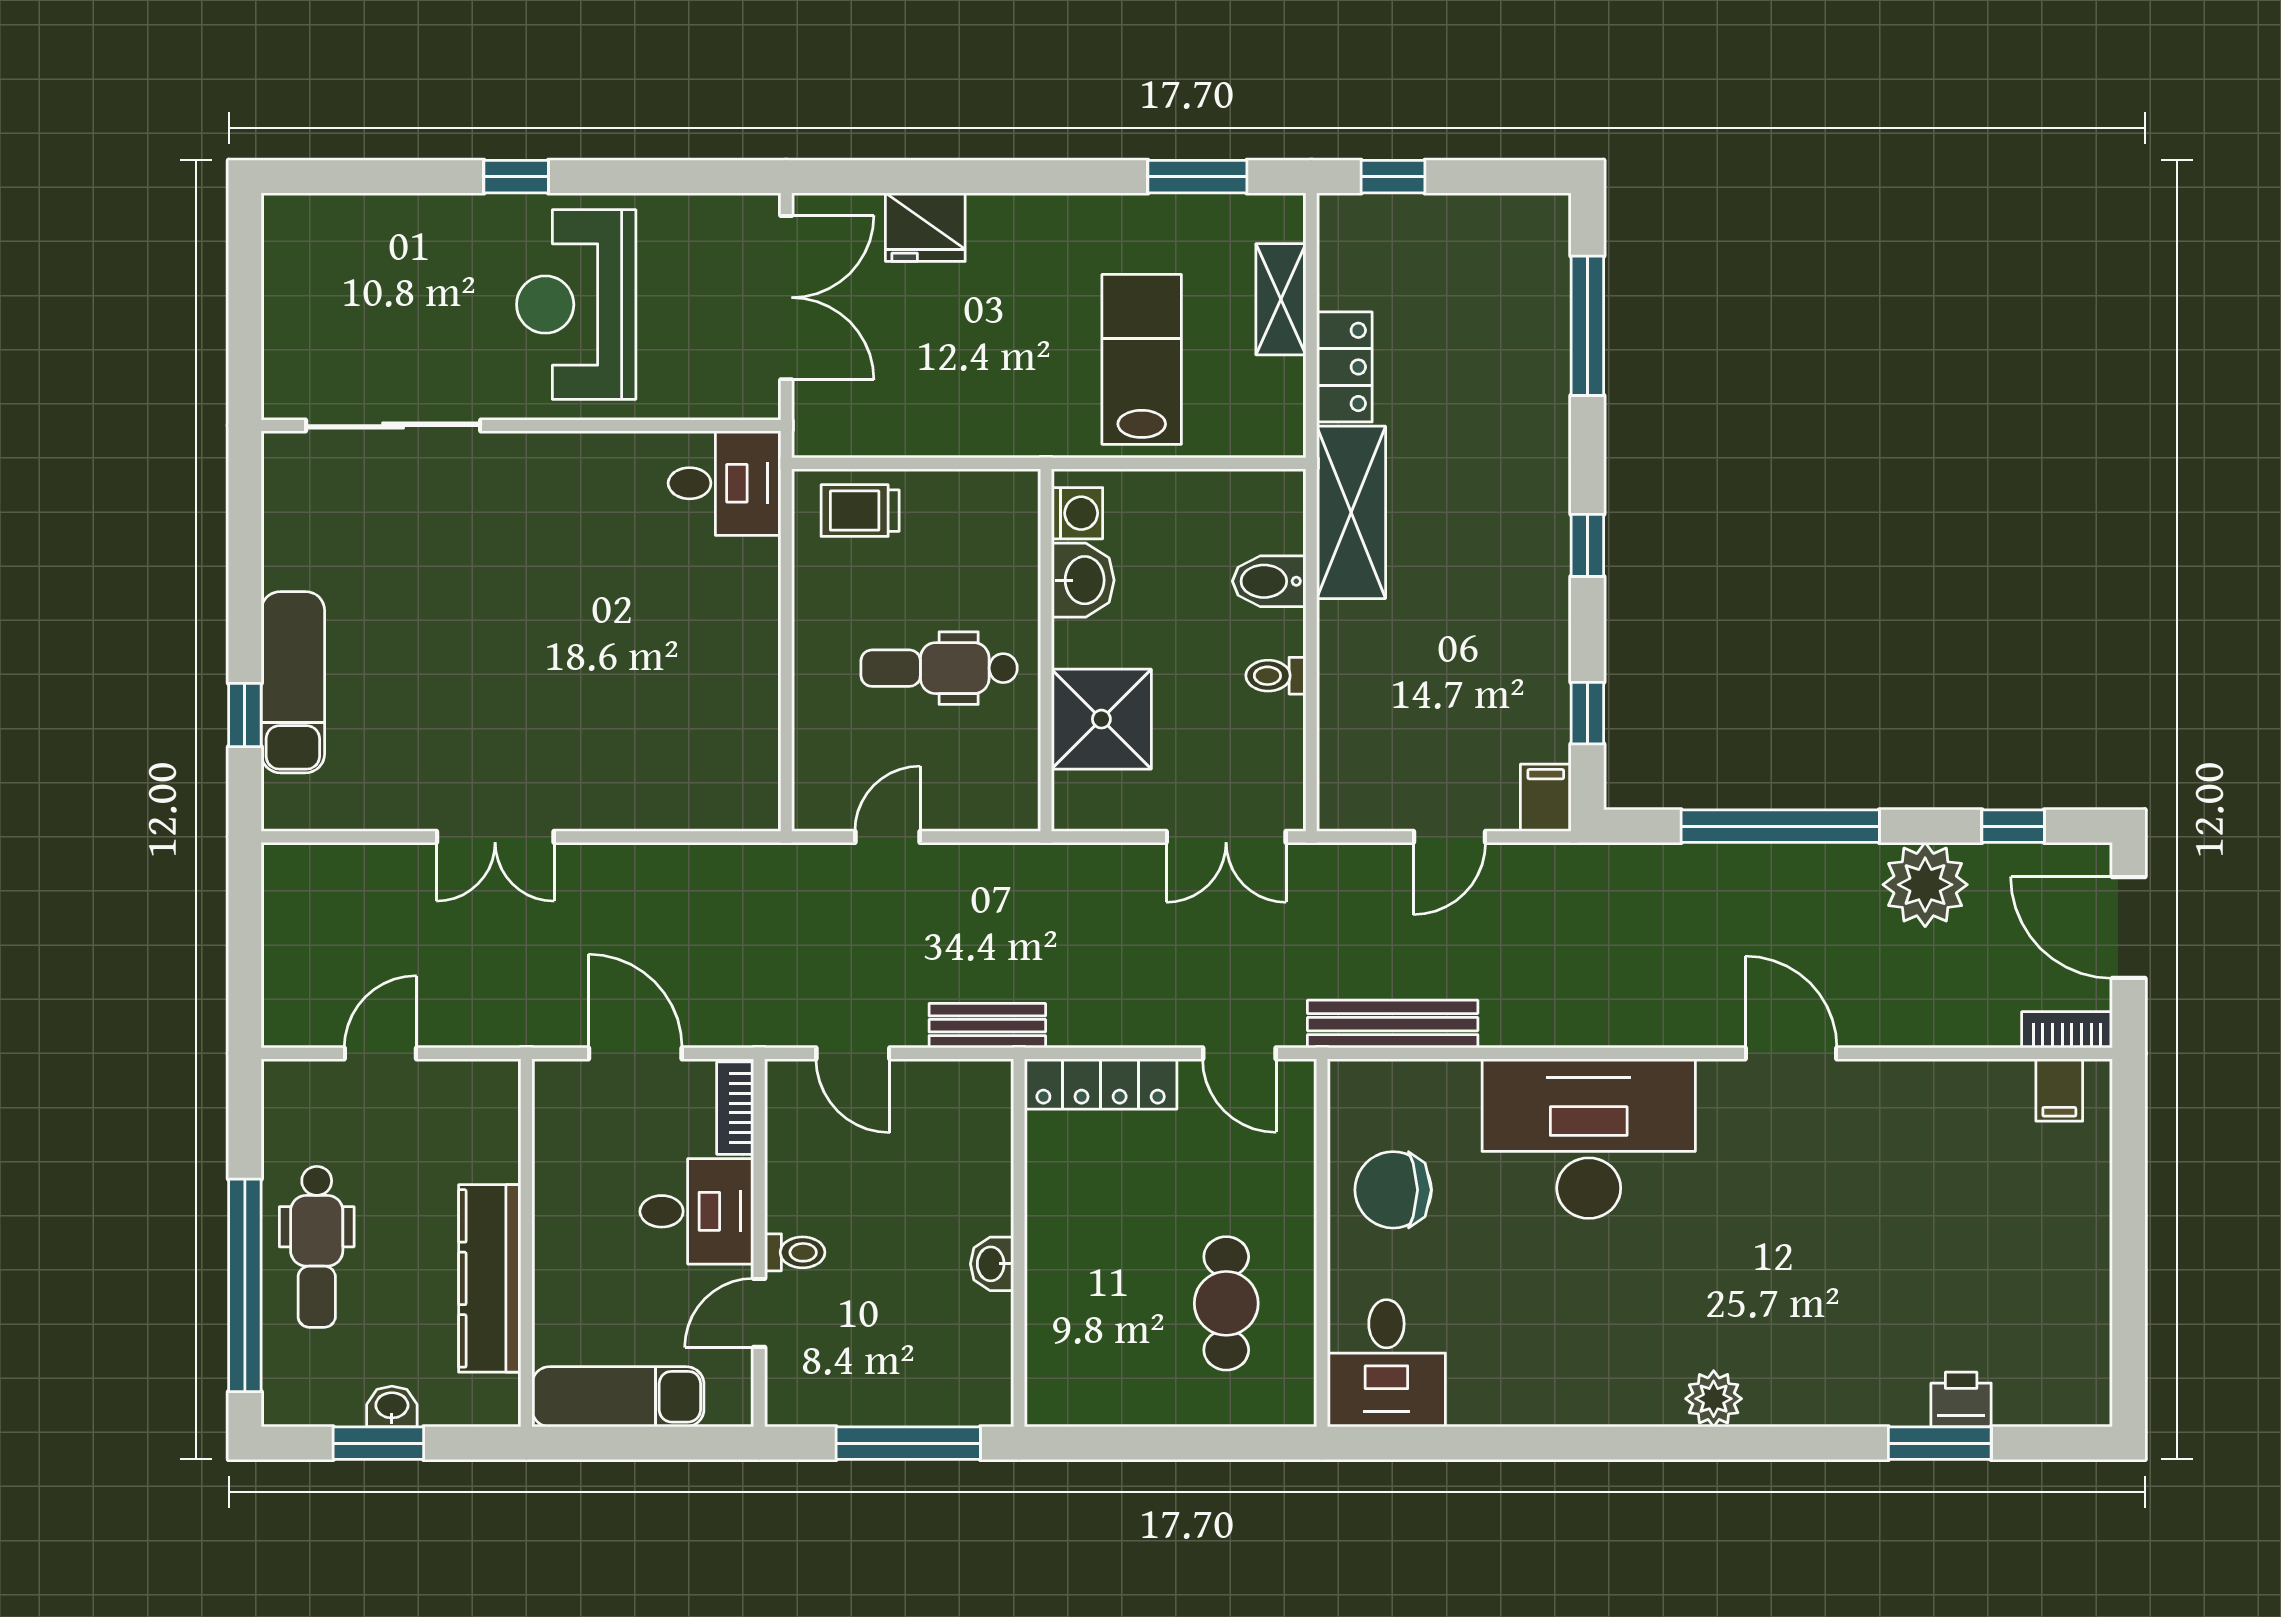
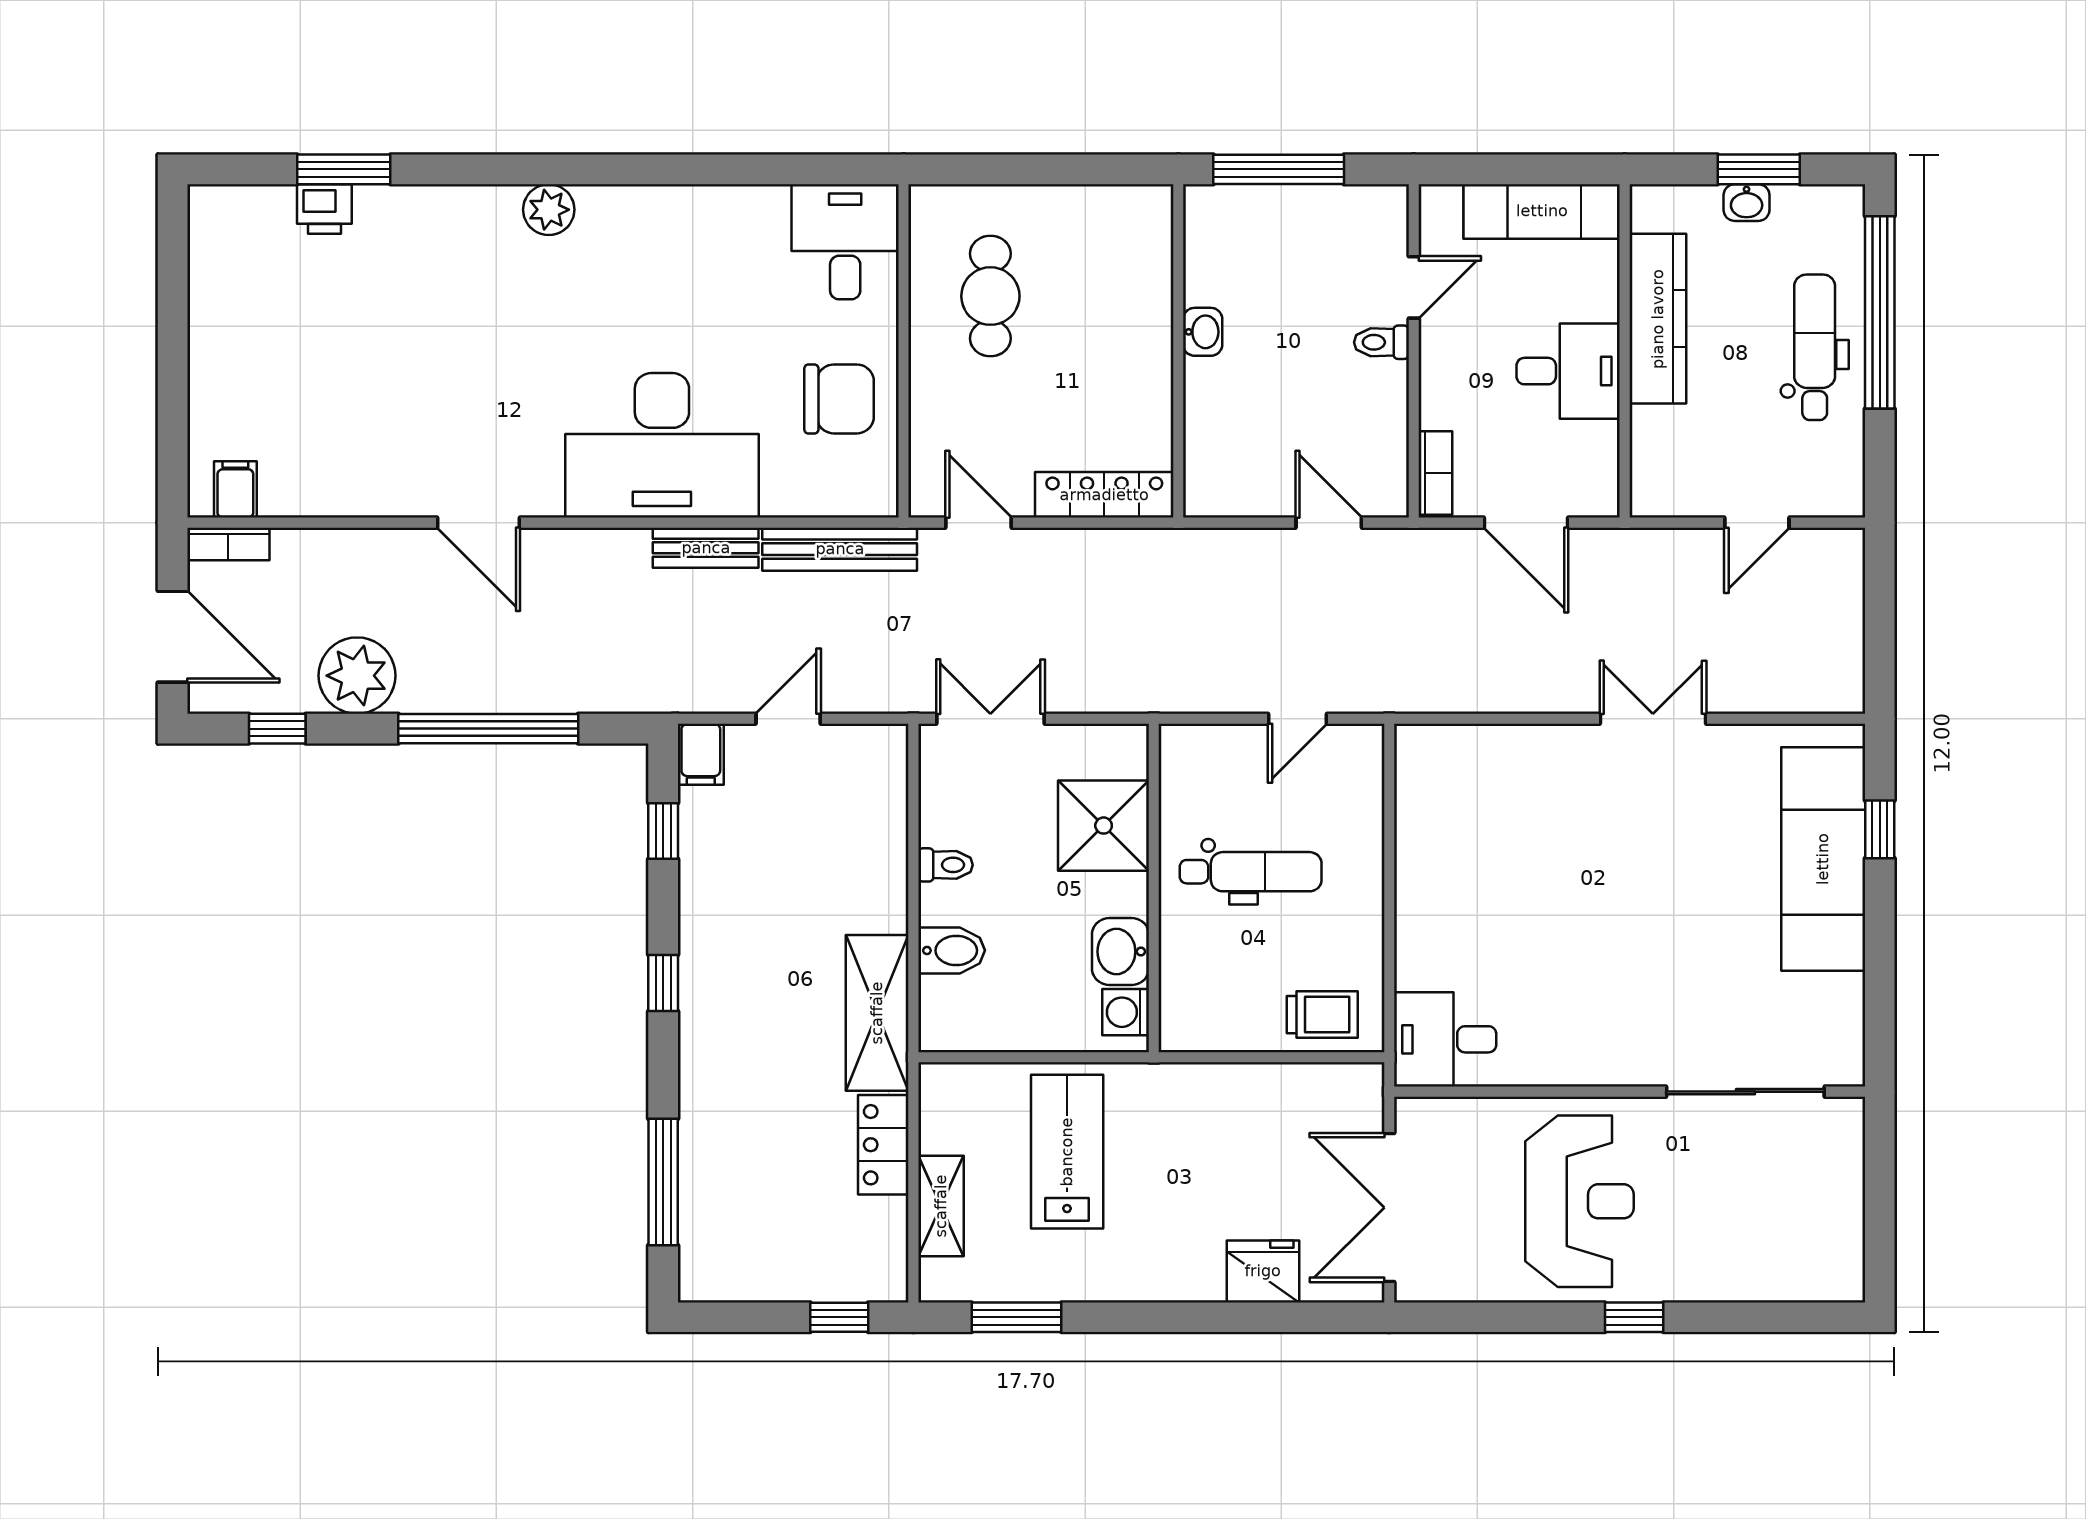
lab bench: (1142, 359) -> (1067, 1152), turned 180
exam couch: (293, 682) -> (1823, 859), width x1.36, depth x1.45
bench: (987, 1026) -> (706, 548), moved
desk: (697, 1211) -> (1568, 371), moved, turned 180

